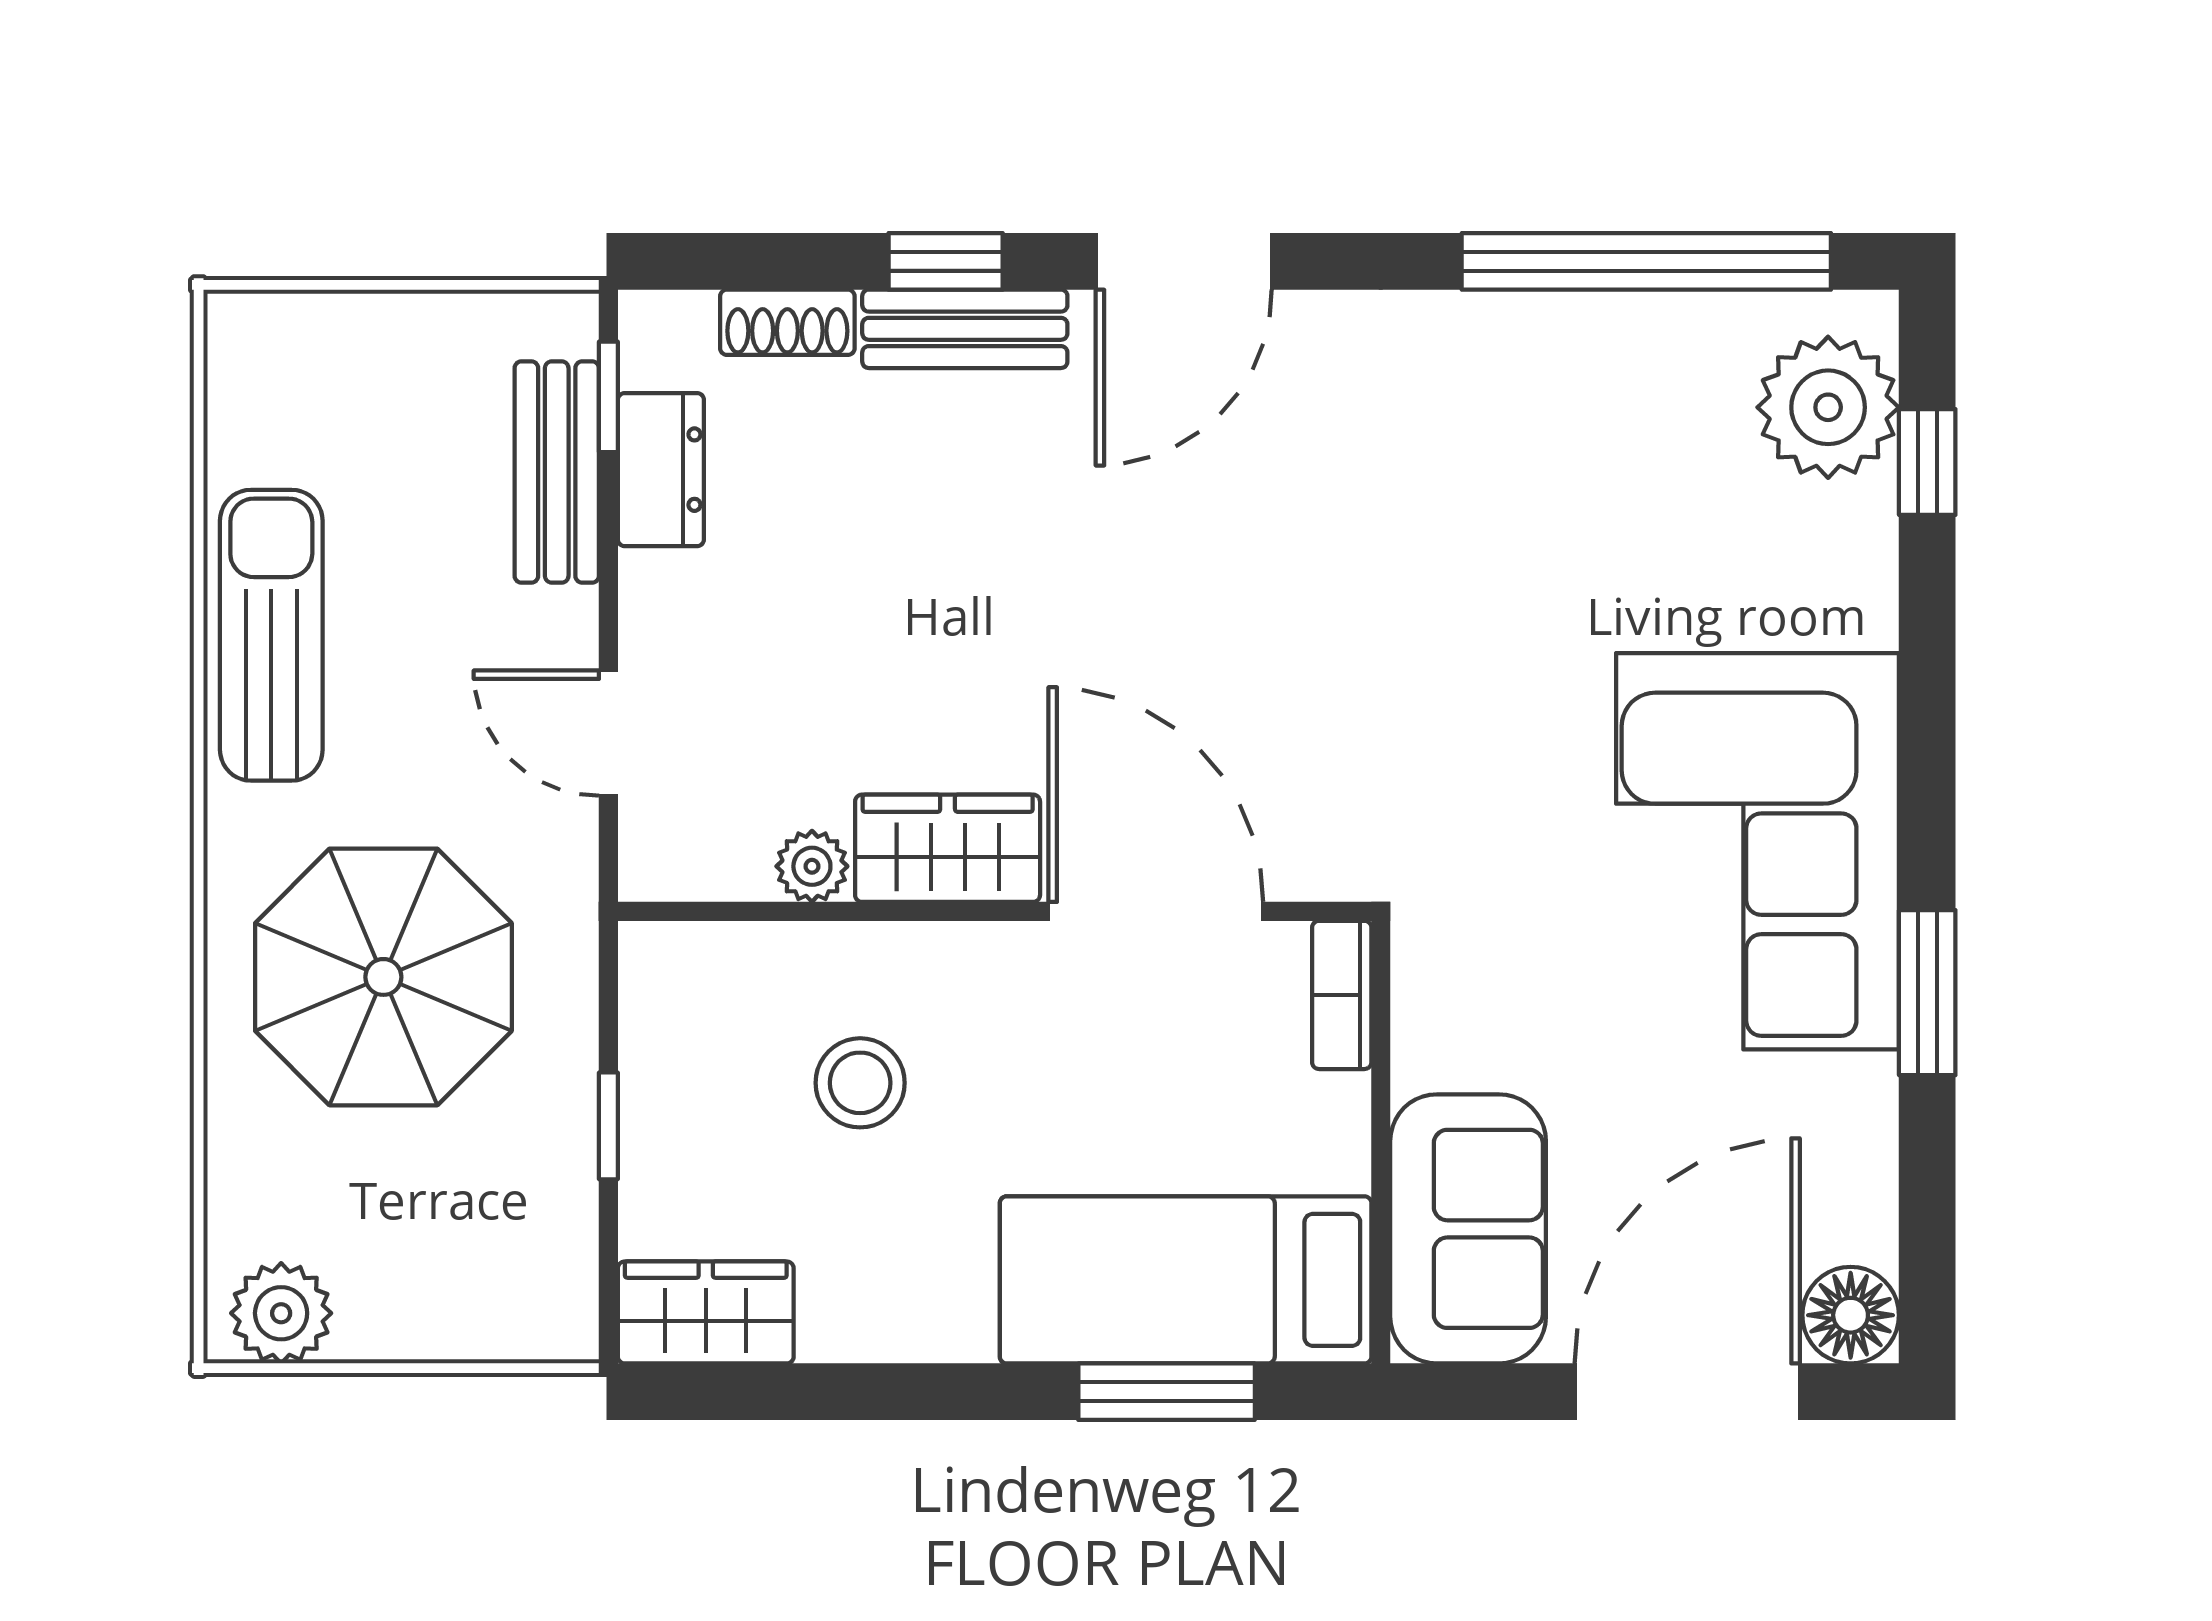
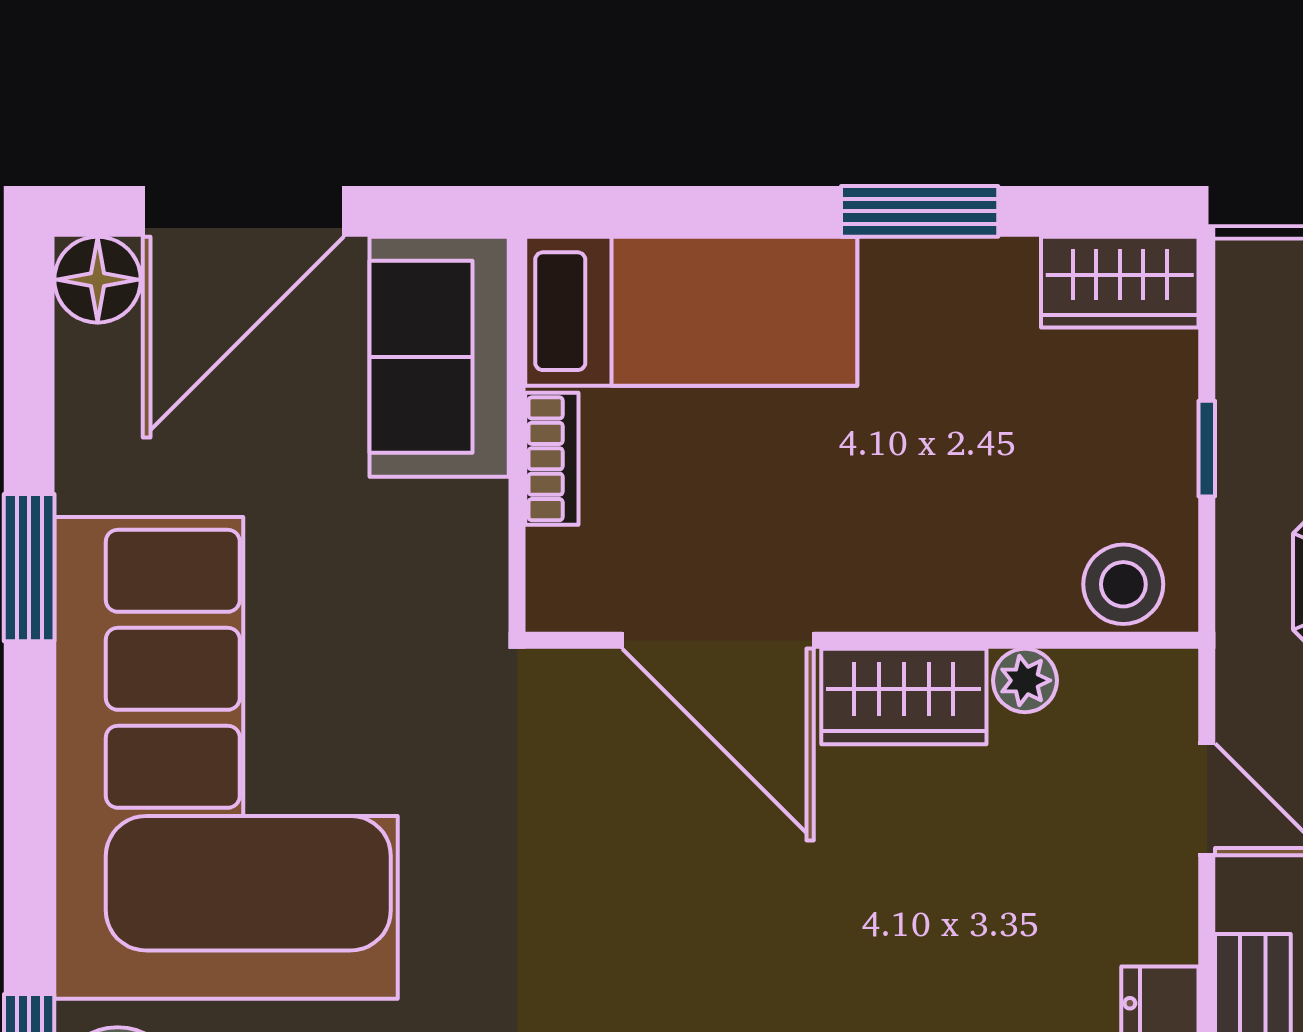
corner sofa: (1757, 851) -> (226, 758), width x1.36, depth x1.36
bookcase: (1342, 995) -> (552, 459), moved
stool: (860, 1083) -> (1123, 584), moved
window: (1167, 1392) -> (920, 211), moved

